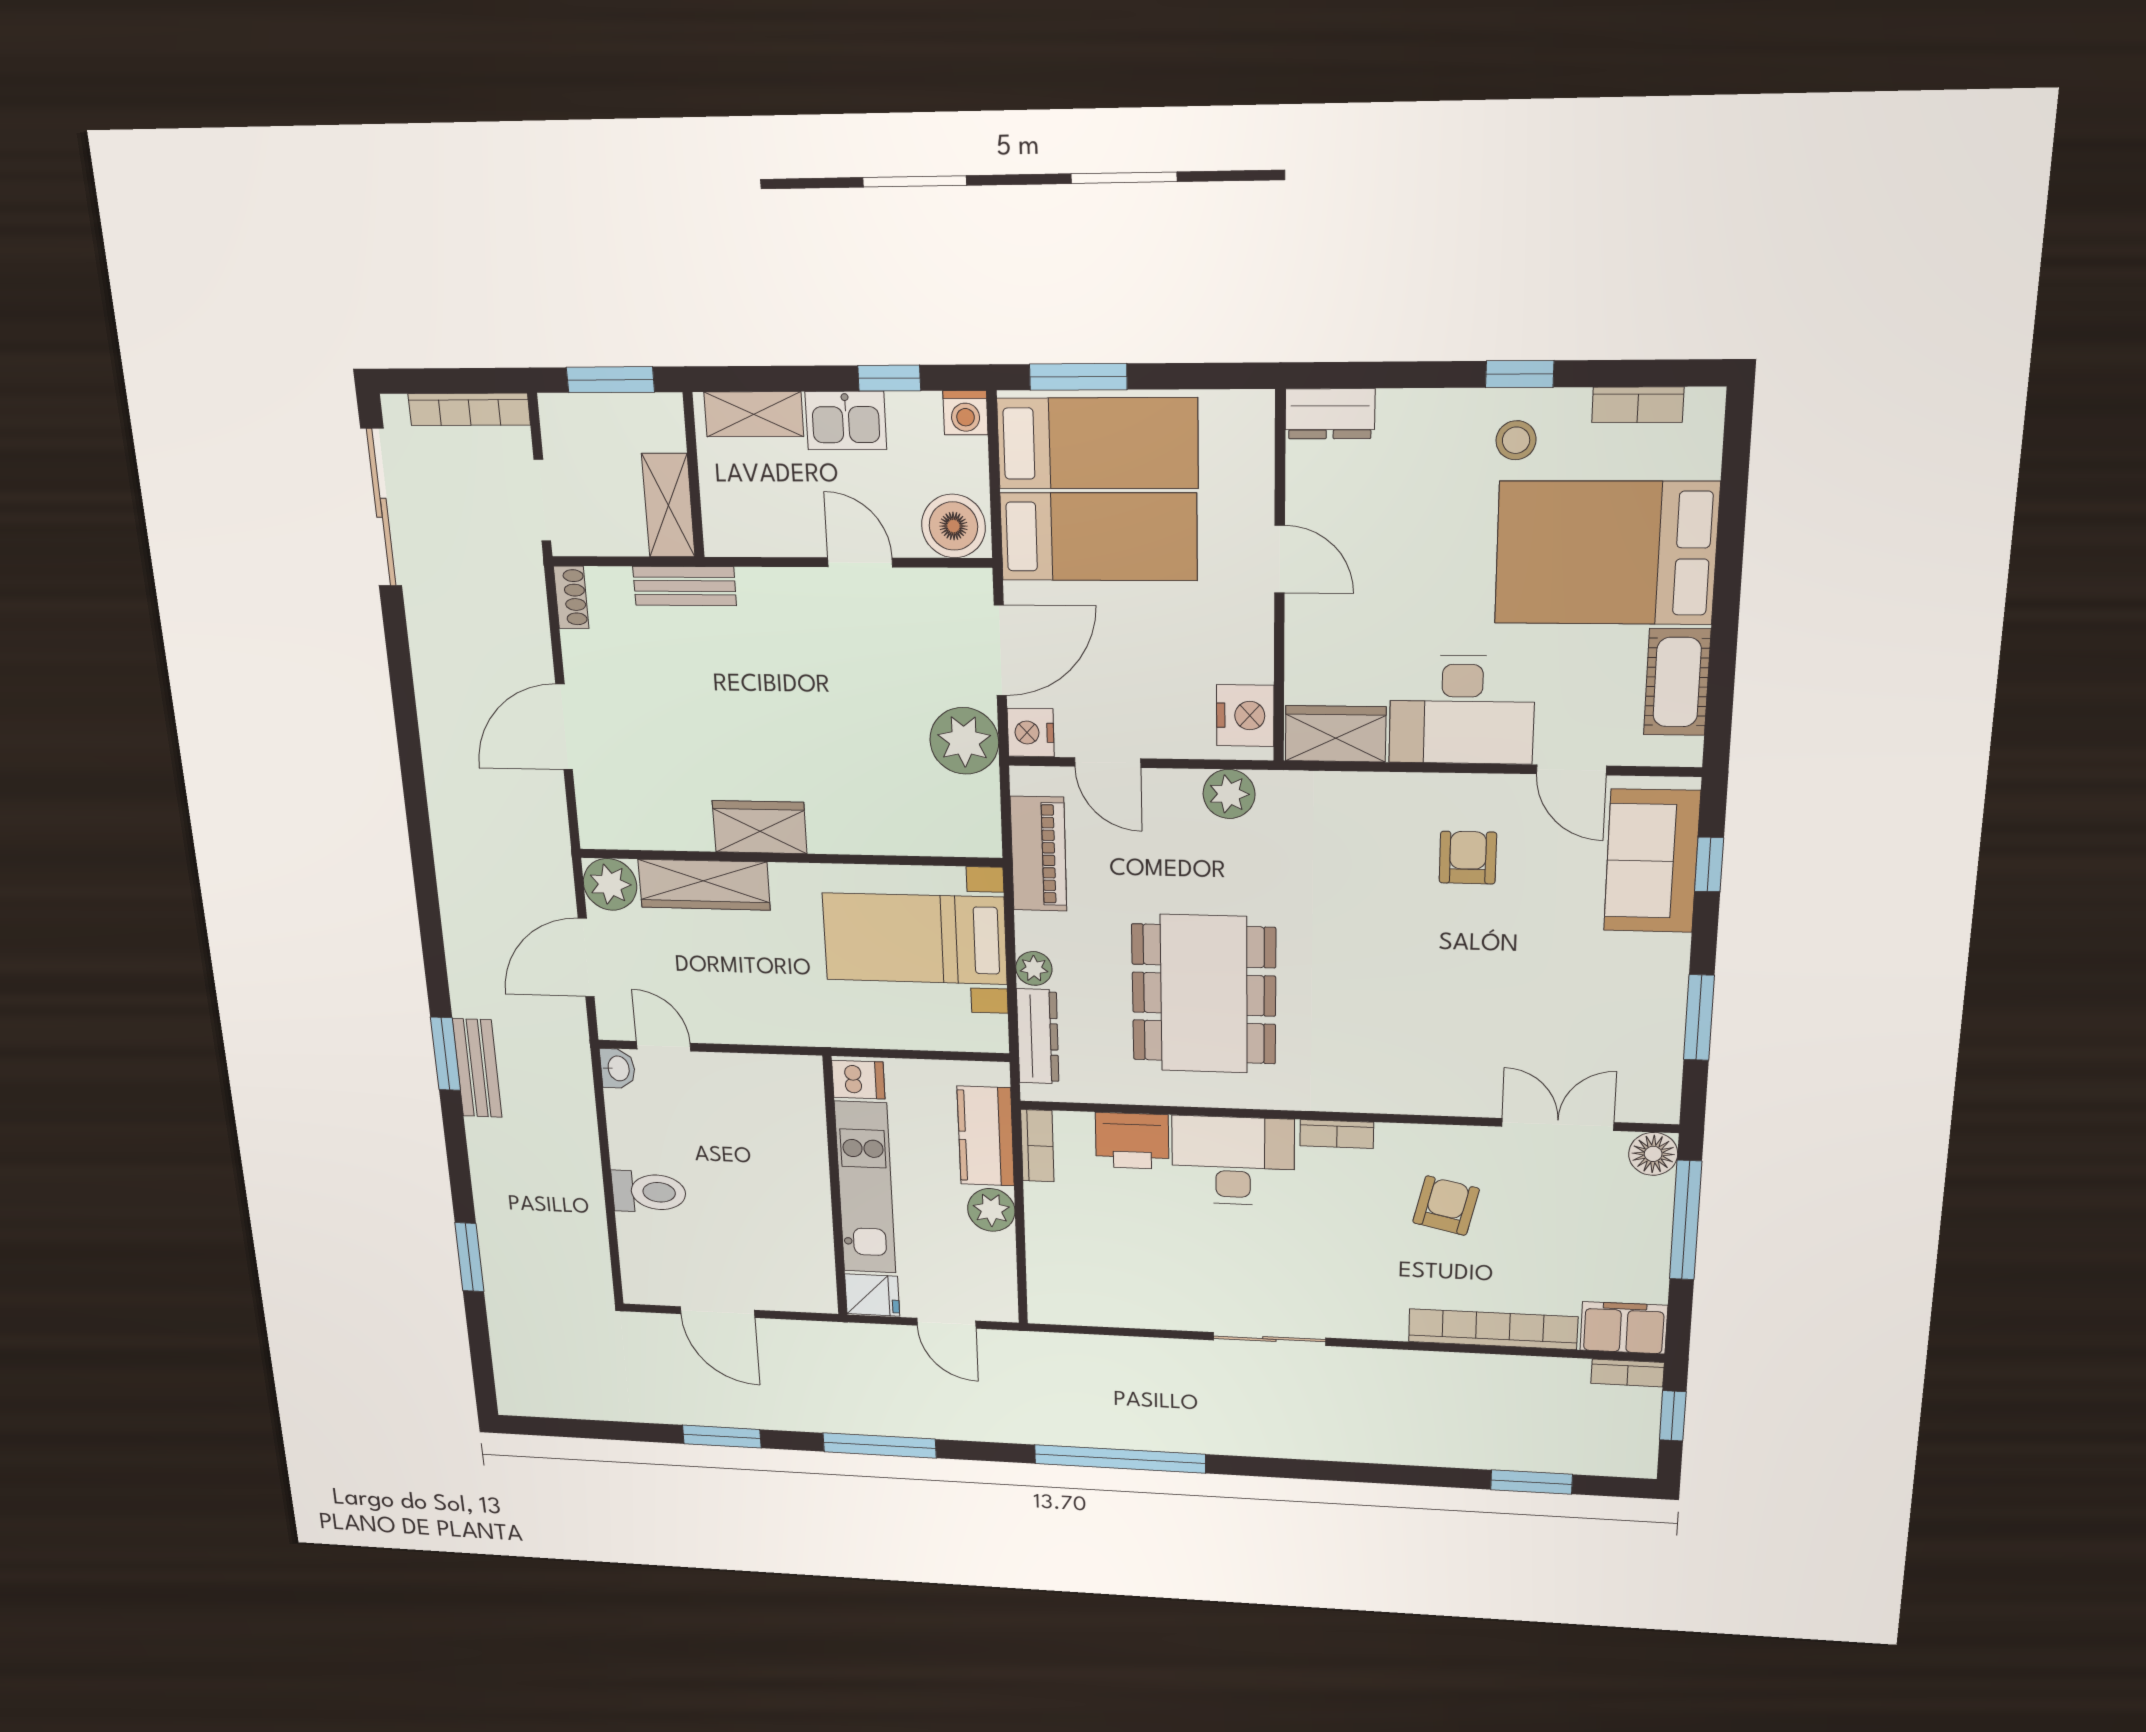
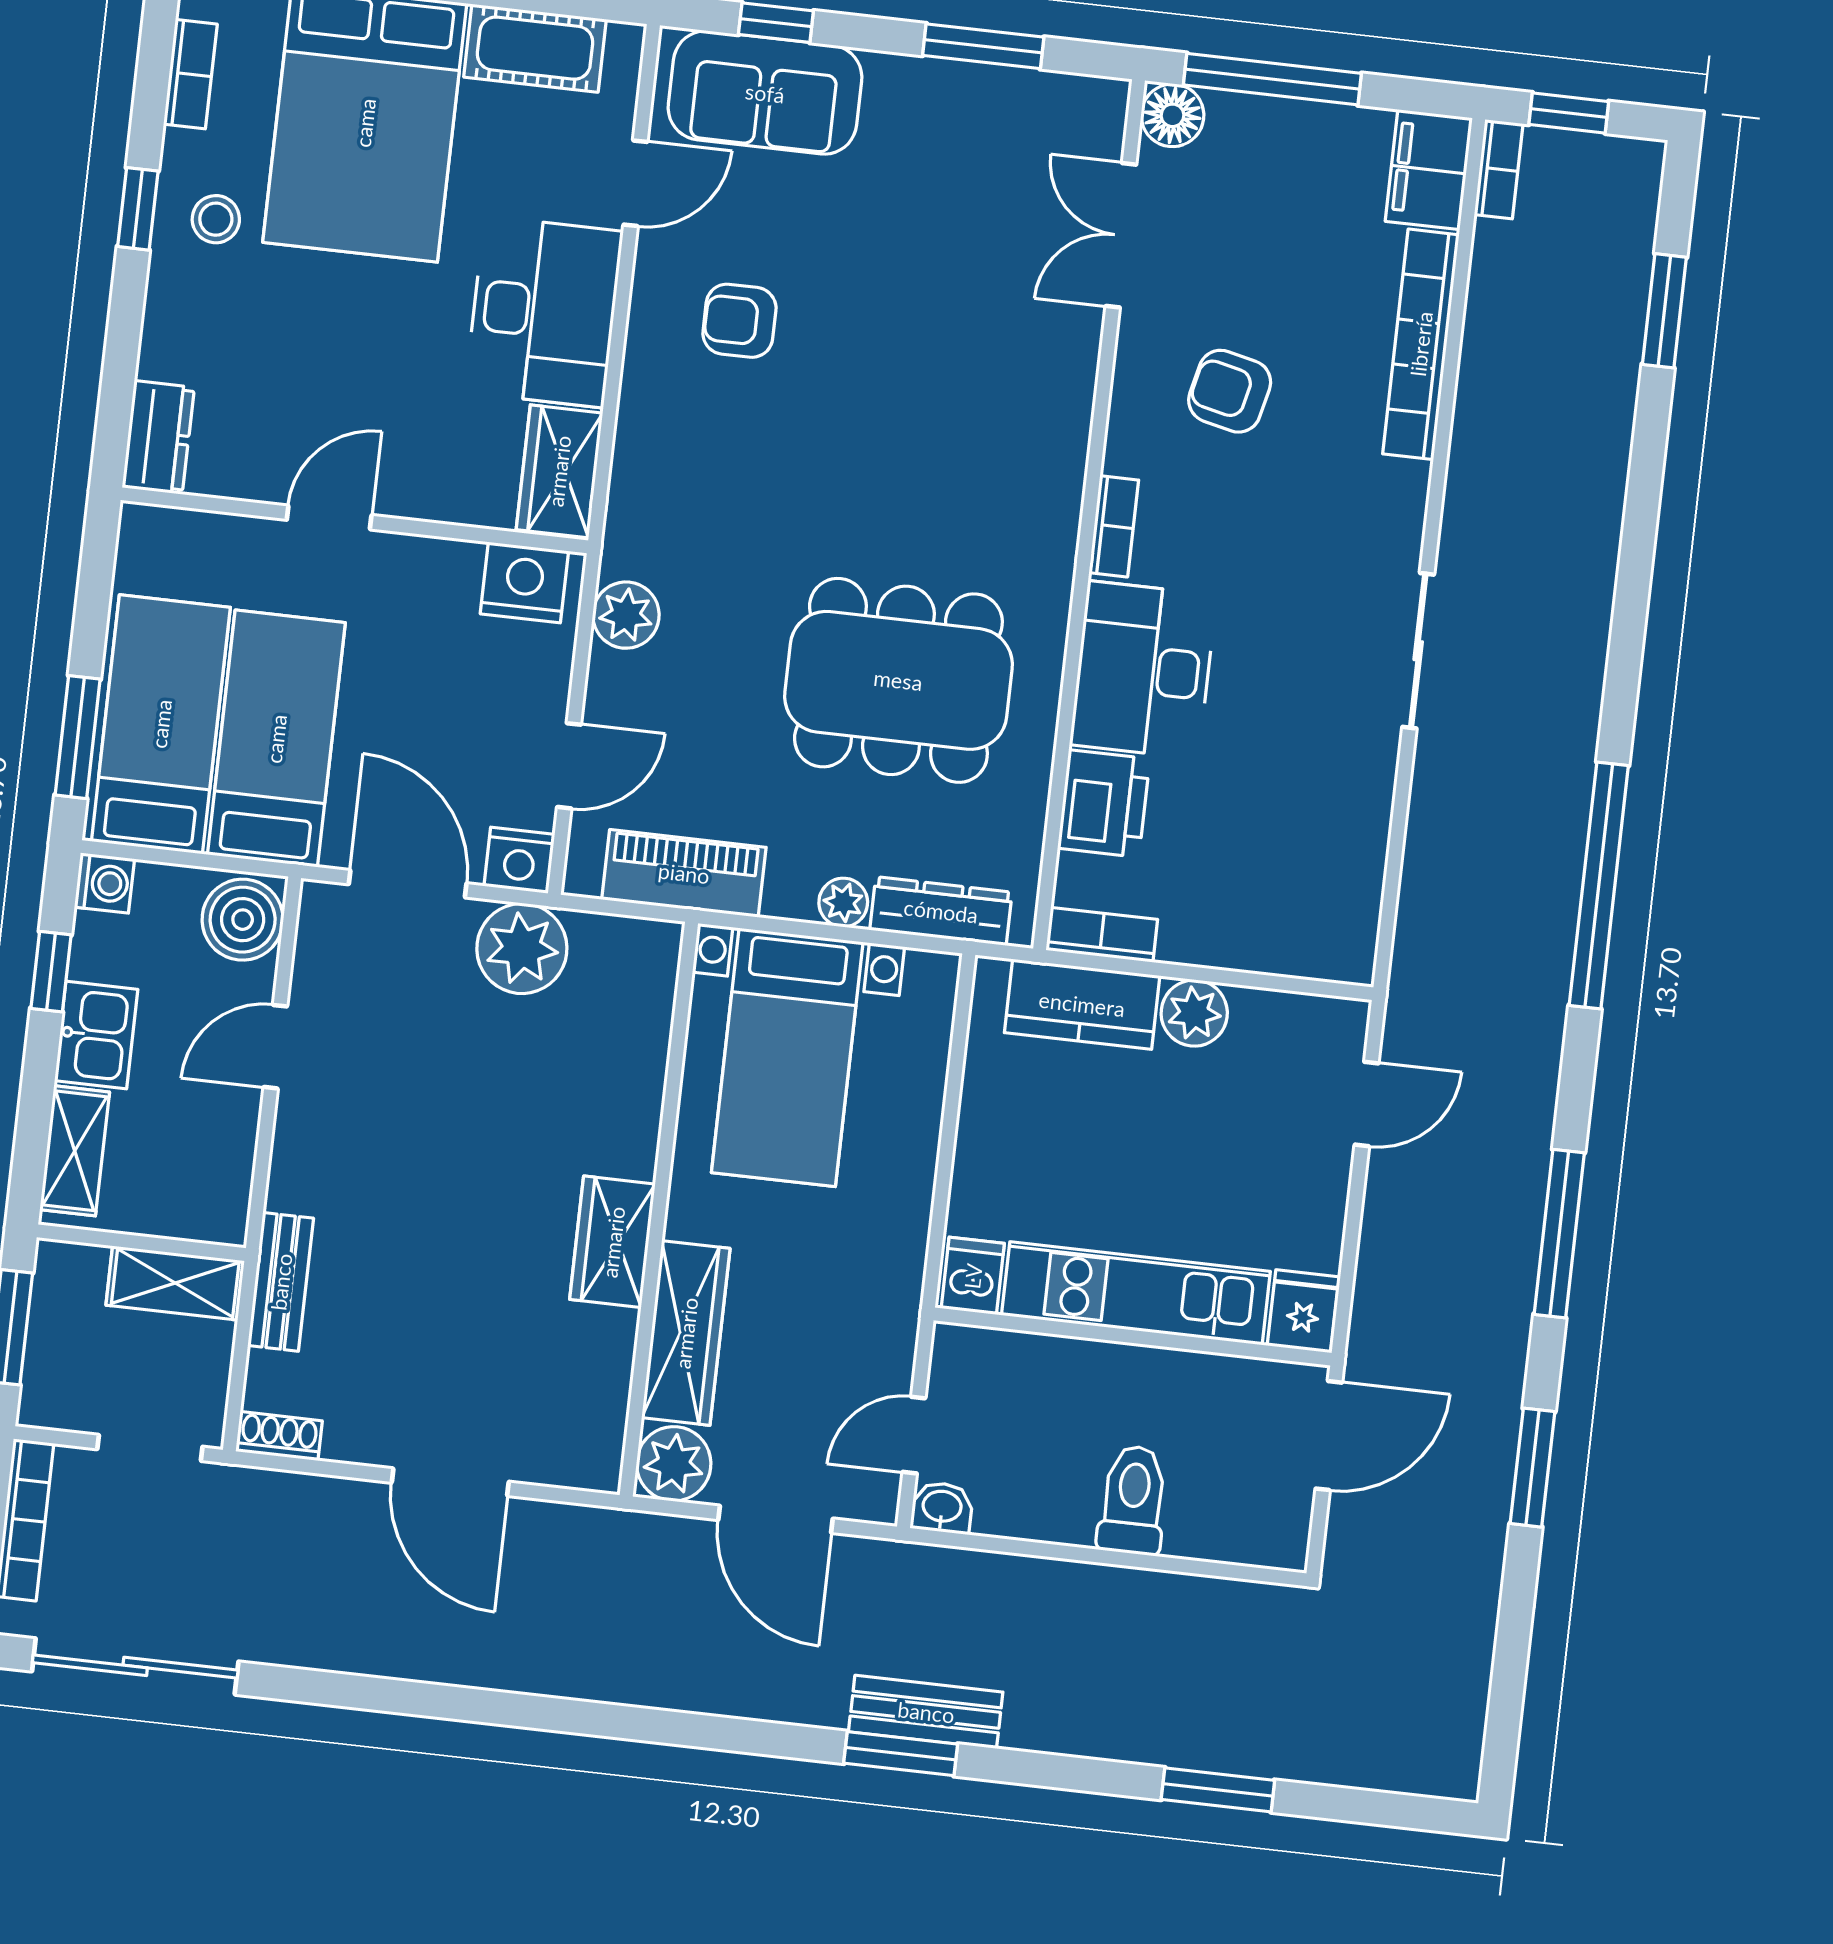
dishwasher: (858, 1080) -> (973, 1276), moved
wall: (835, 1188) -> (1133, 1337), moved
kitchen unit: (865, 1188) -> (1136, 1293), moved
fridge: (872, 1295) -> (1303, 1311), moved

